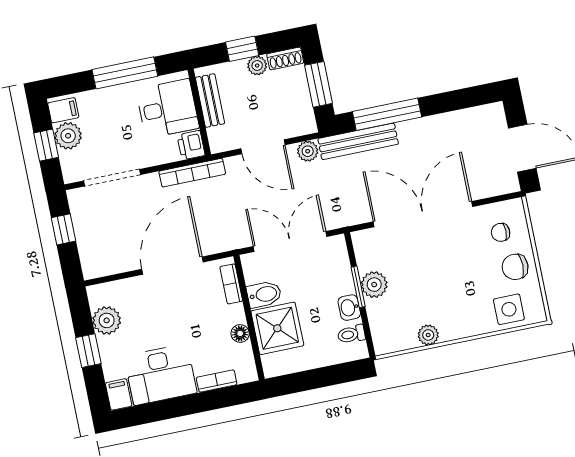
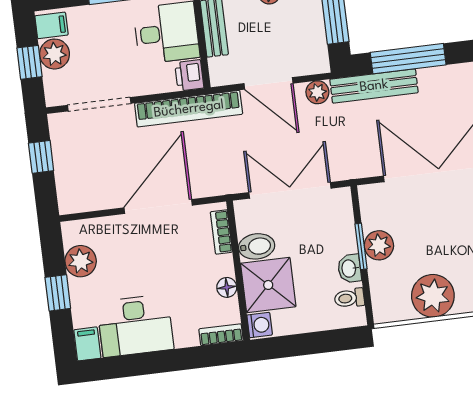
bookcase: (192, 173) -> (189, 109), width x1.48, depth x1.31
plant: (428, 335) -> (433, 296), width x1.88, depth x1.88
washing machine: (272, 365) -> (260, 325), added
bookcase: (217, 381) -> (221, 335), moved

